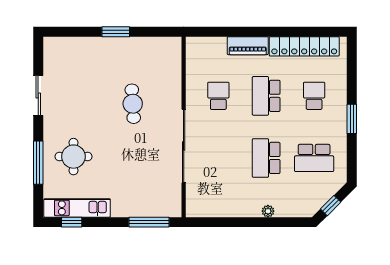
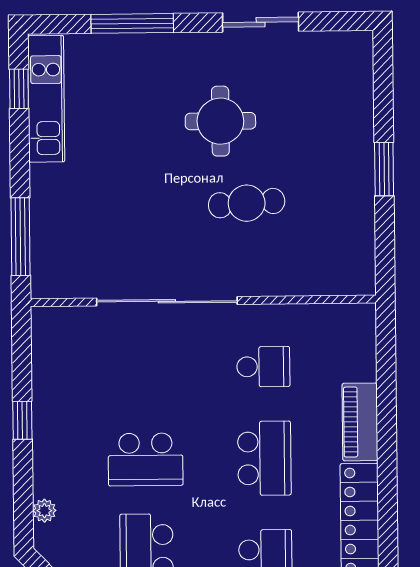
school desk: (266, 96) -> (264, 458), turned 90
round table: (73, 157) -> (220, 121), moved
school desk: (266, 158) -> (146, 459), turned 180
plant: (268, 211) -> (44, 511), moved
window: (245, 222) -> (22, 420), added

